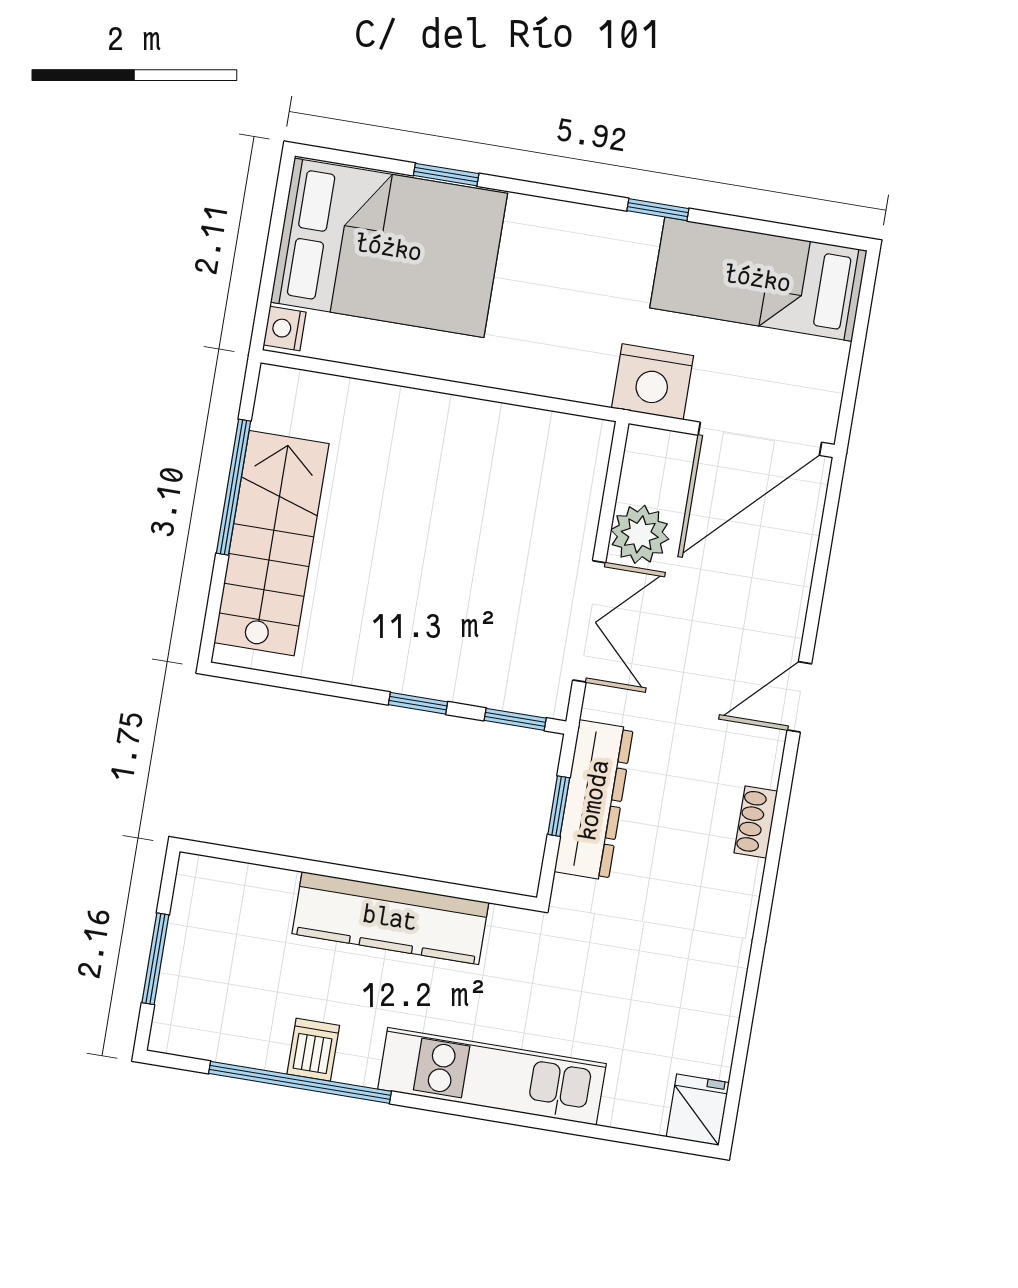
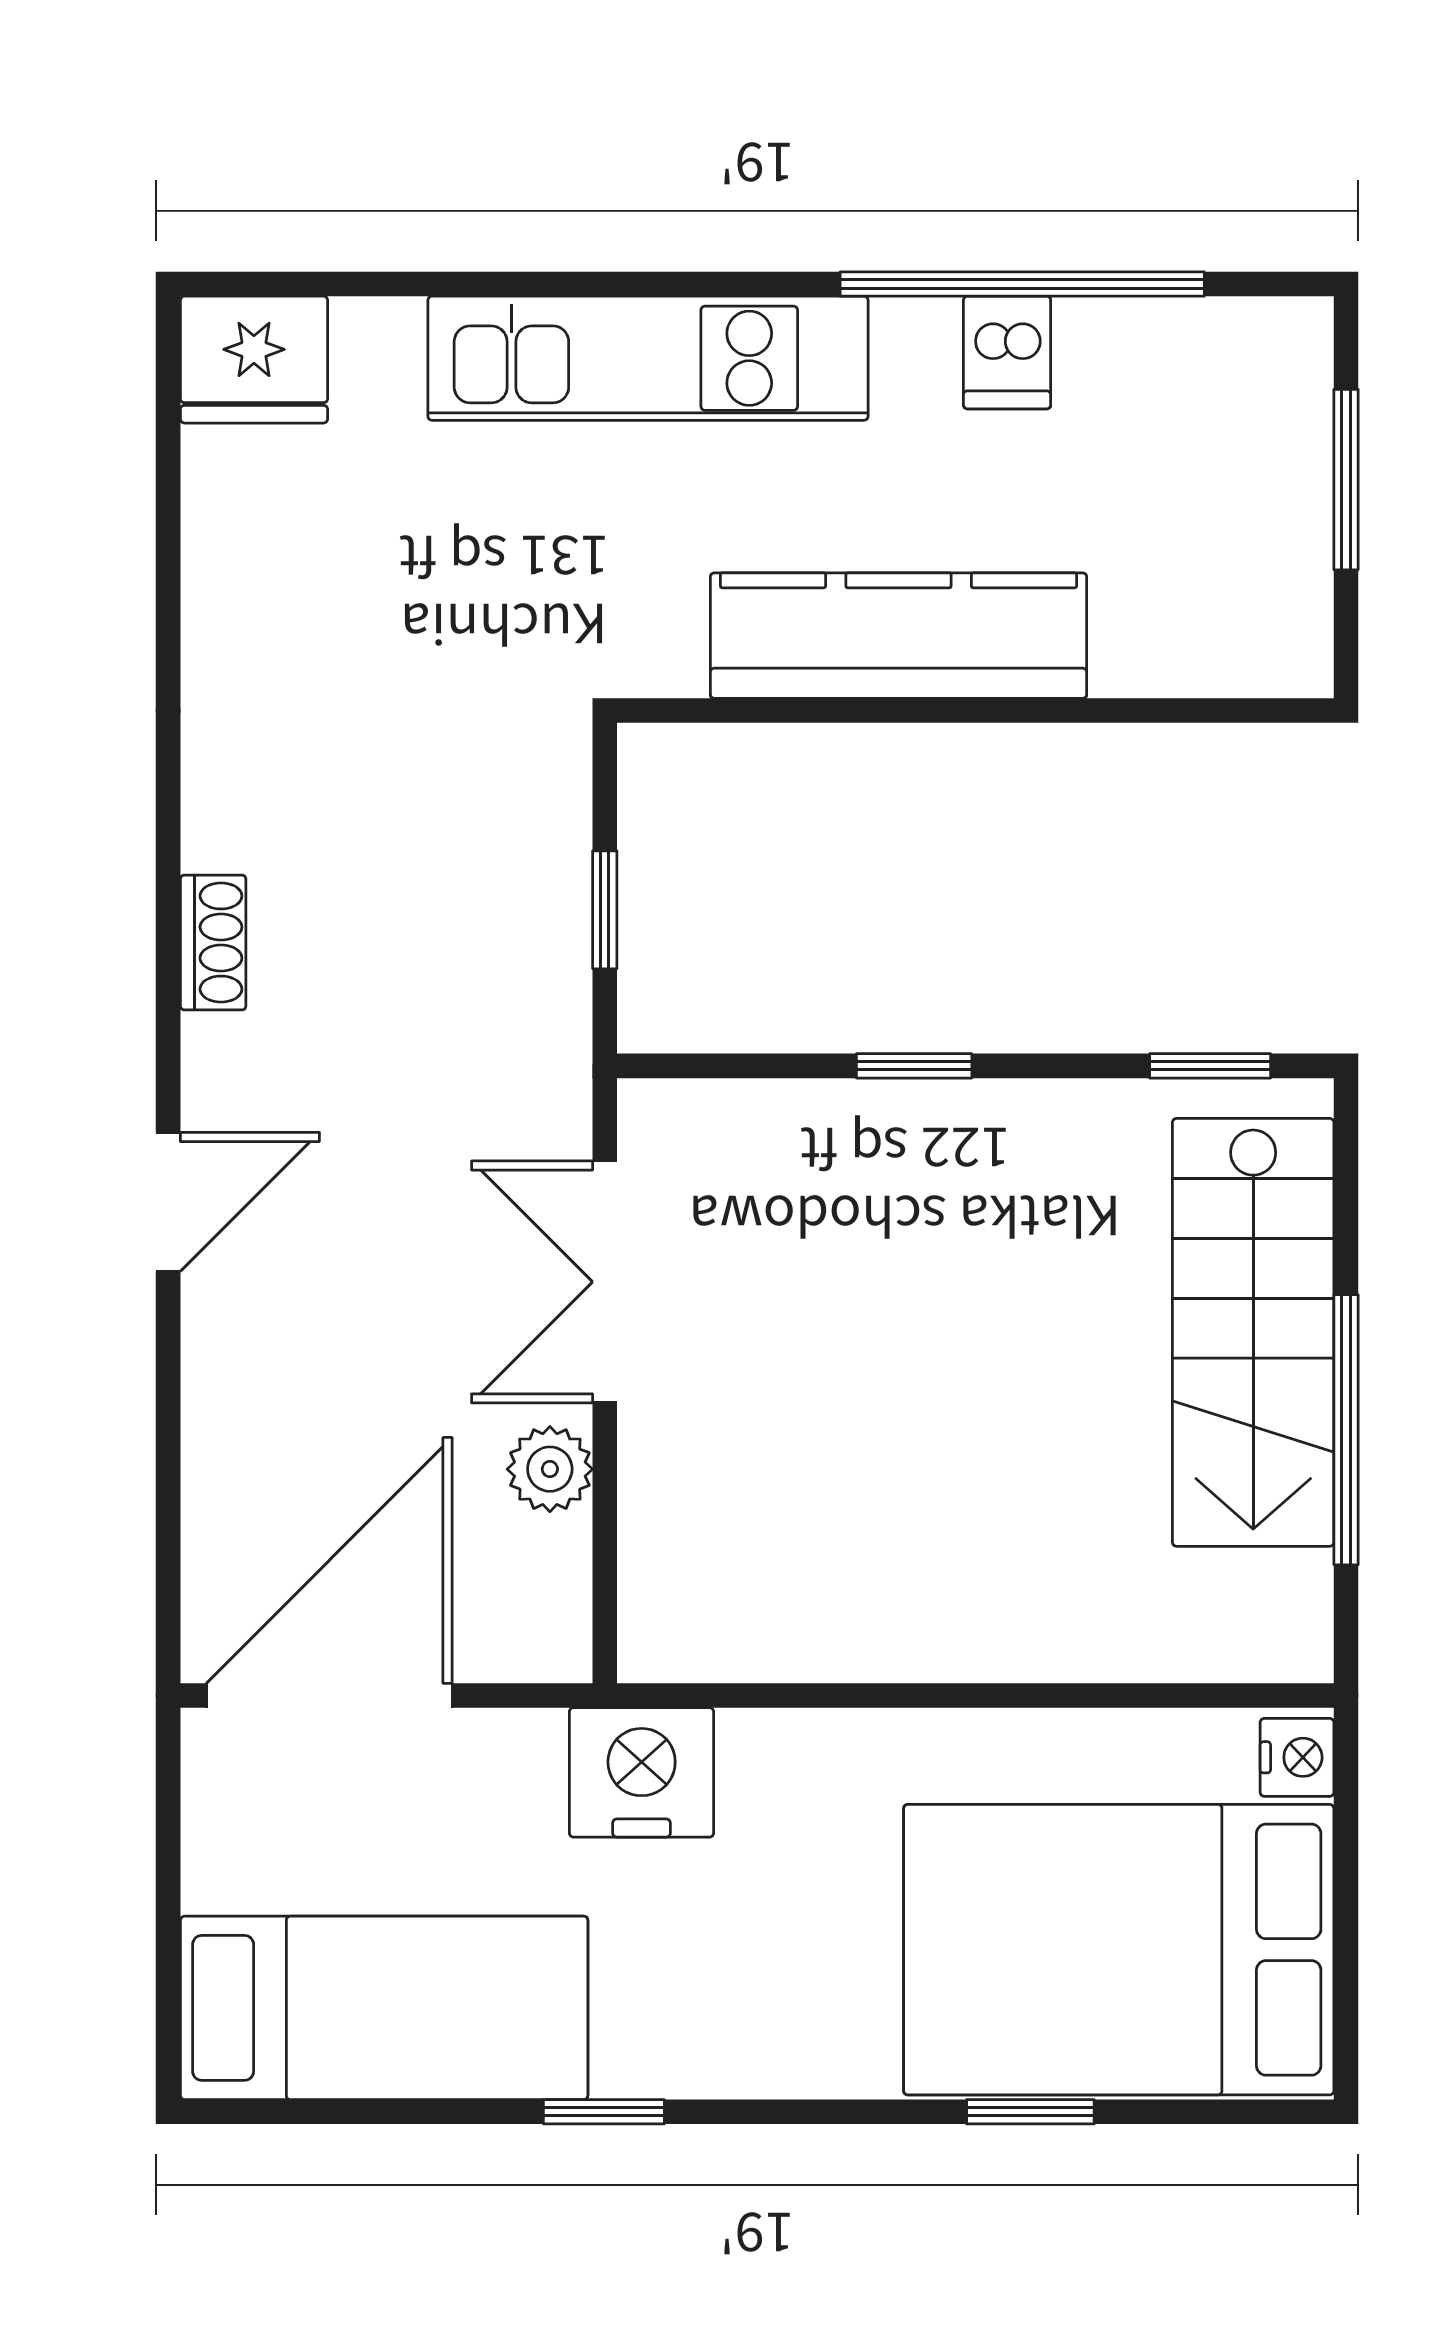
nightstand: (653, 382) -> (642, 1772), moved
plant: (640, 534) -> (550, 1469), width x0.73, depth x0.73
window: (515, 719) -> (1210, 1066), moved
dresser: (594, 800) -> (538, 933), removed
fridge: (698, 1110) -> (254, 360), width x1.38

